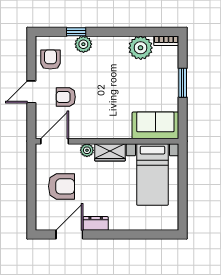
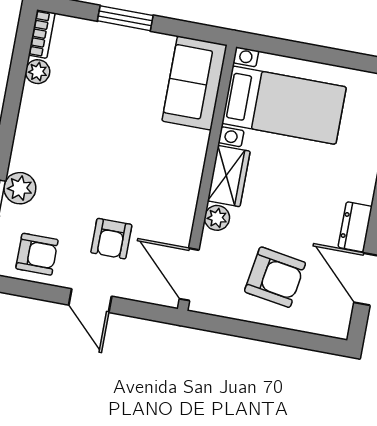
plant: (141, 48) -> (38, 72), width x0.53, depth x0.53
armchair: (50, 60) -> (37, 254), turned 180
armchair: (62, 186) -> (275, 277), turned 99

